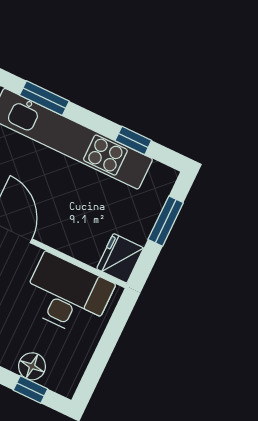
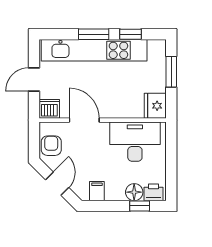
window: (44, 98) -> (94, 34), moved
printer: (59, 380) -> (153, 192), added

